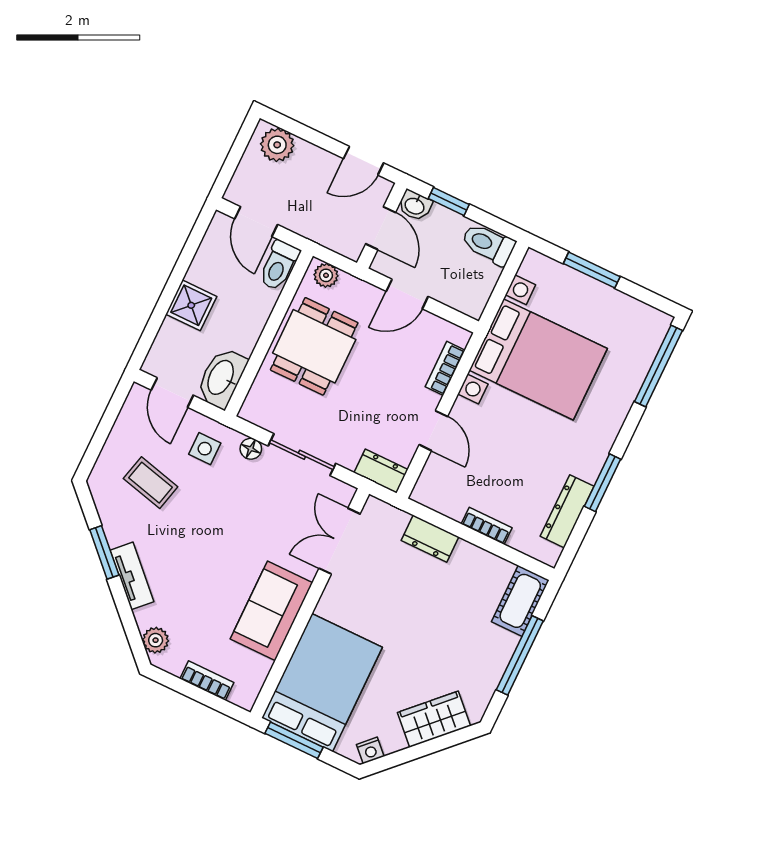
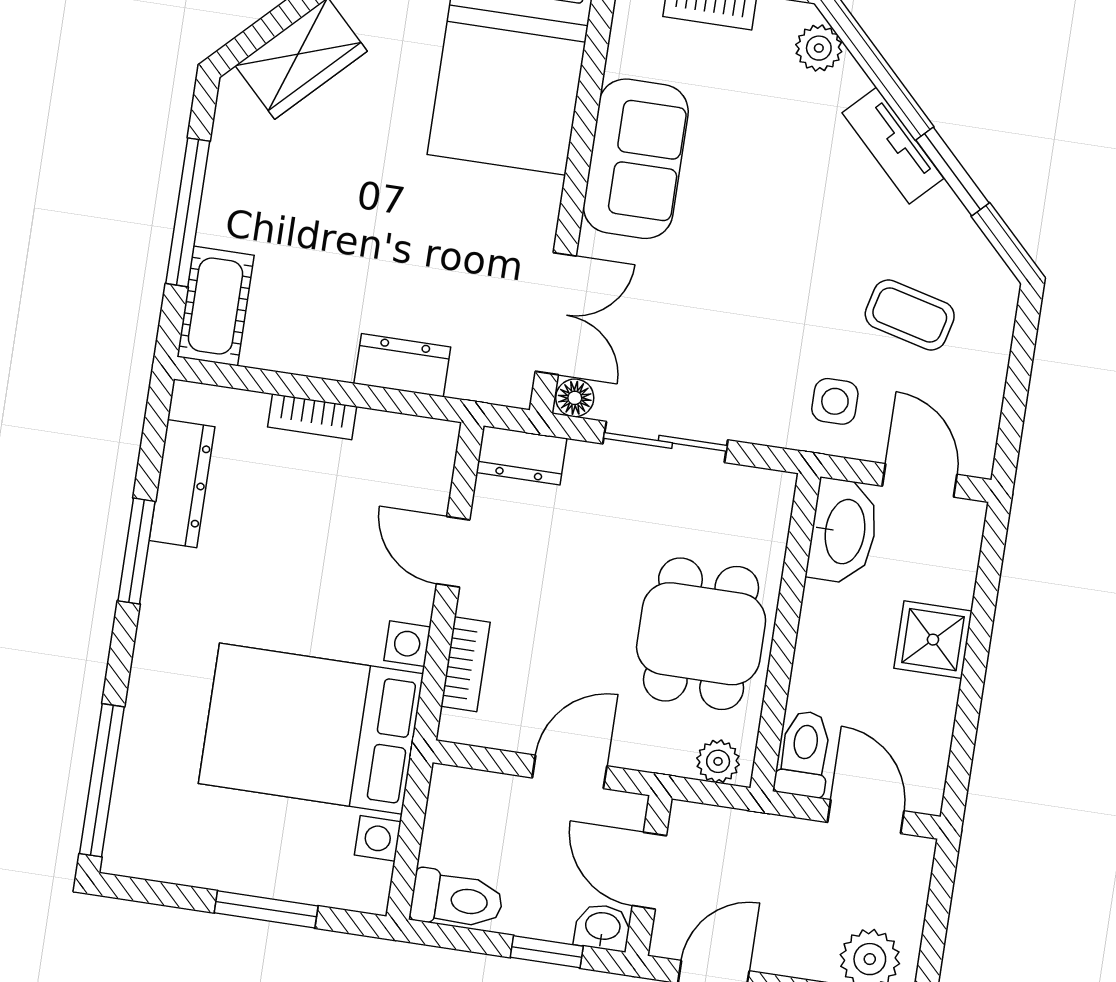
floor lamp: (251, 449) -> (575, 398), moved

